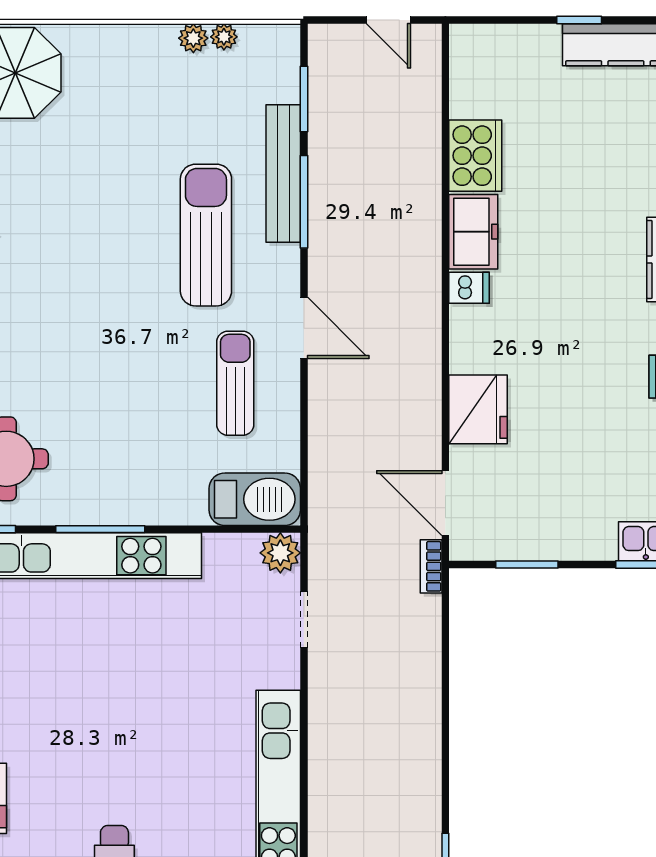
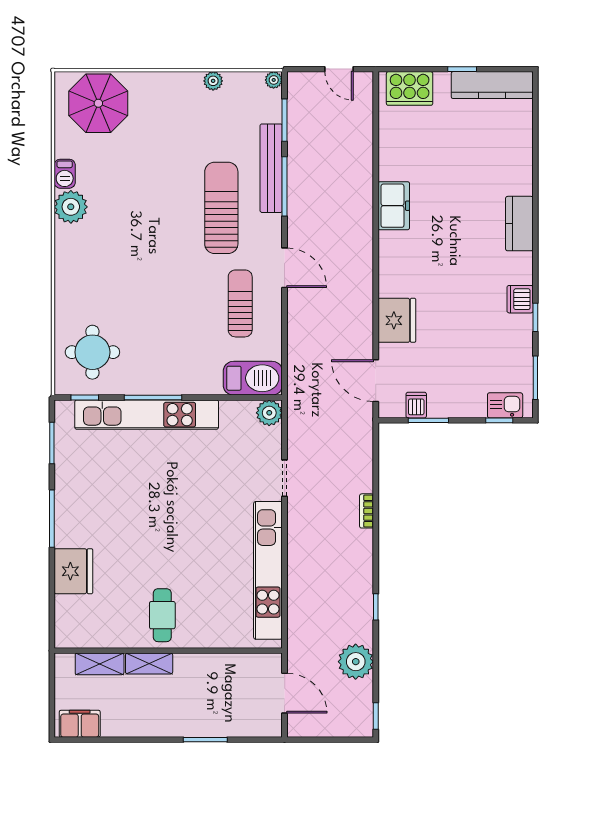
plant: (224, 37) -> (274, 80), moved
cooker: (475, 156) -> (410, 88), moved, turned 90
dishwasher: (469, 288) -> (416, 405), moved, turned -90
bookcase: (431, 566) -> (367, 511), moved
doorway: (304, 619) -> (285, 478), moved

